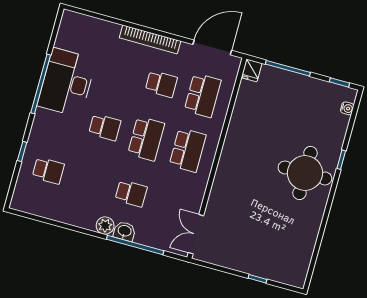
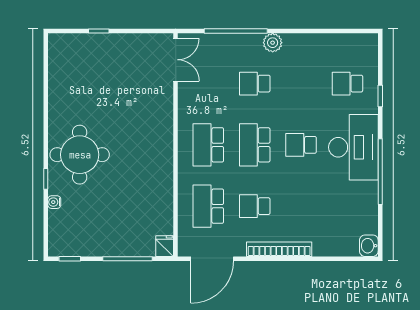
desk: (67, 83) -> (353, 147), moved
water cooler: (347, 108) -> (54, 202), moved
washbasin: (124, 231) -> (369, 246), moved, turned 90

